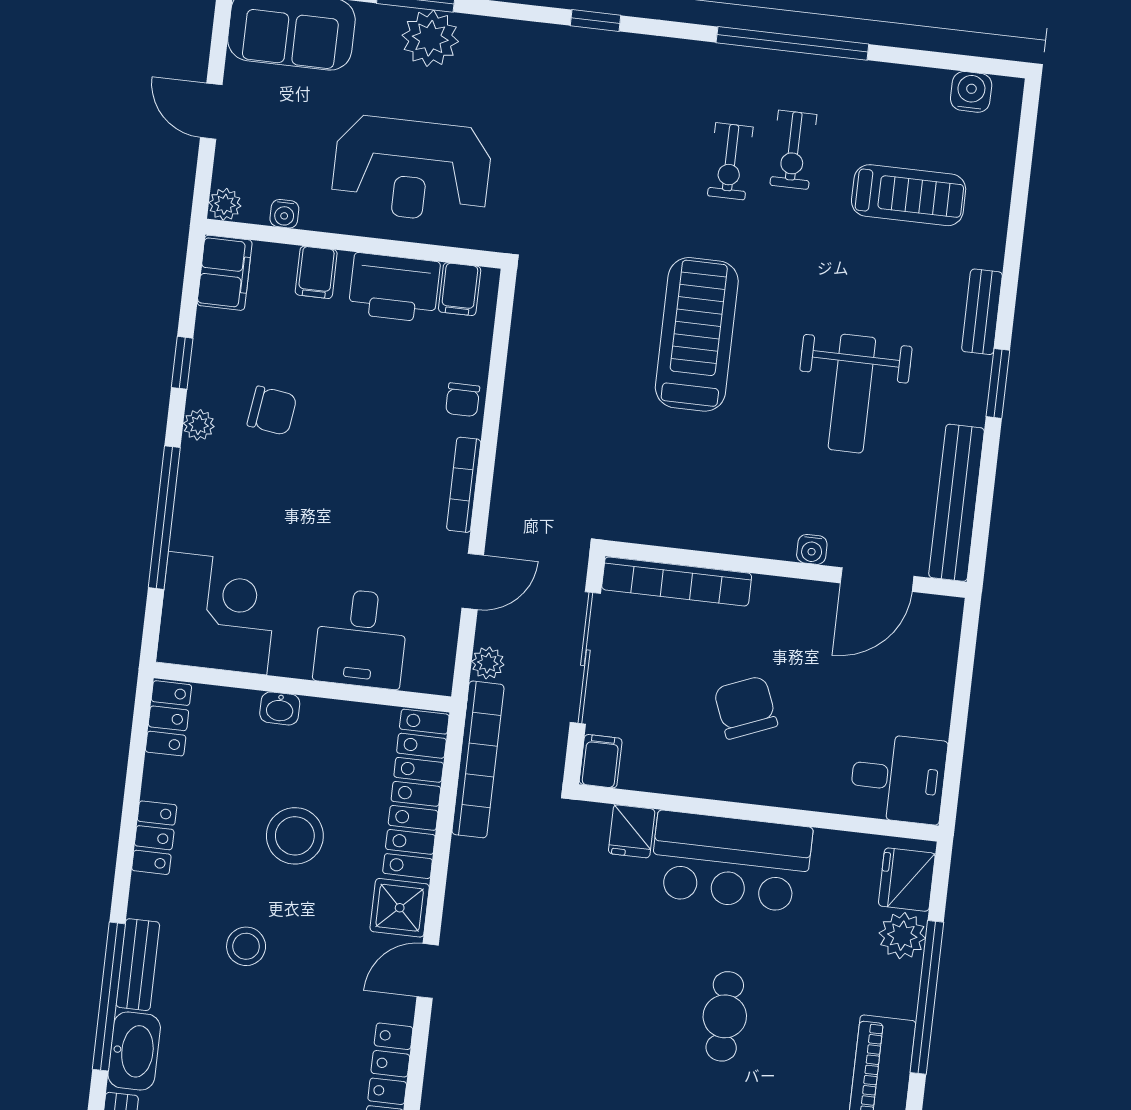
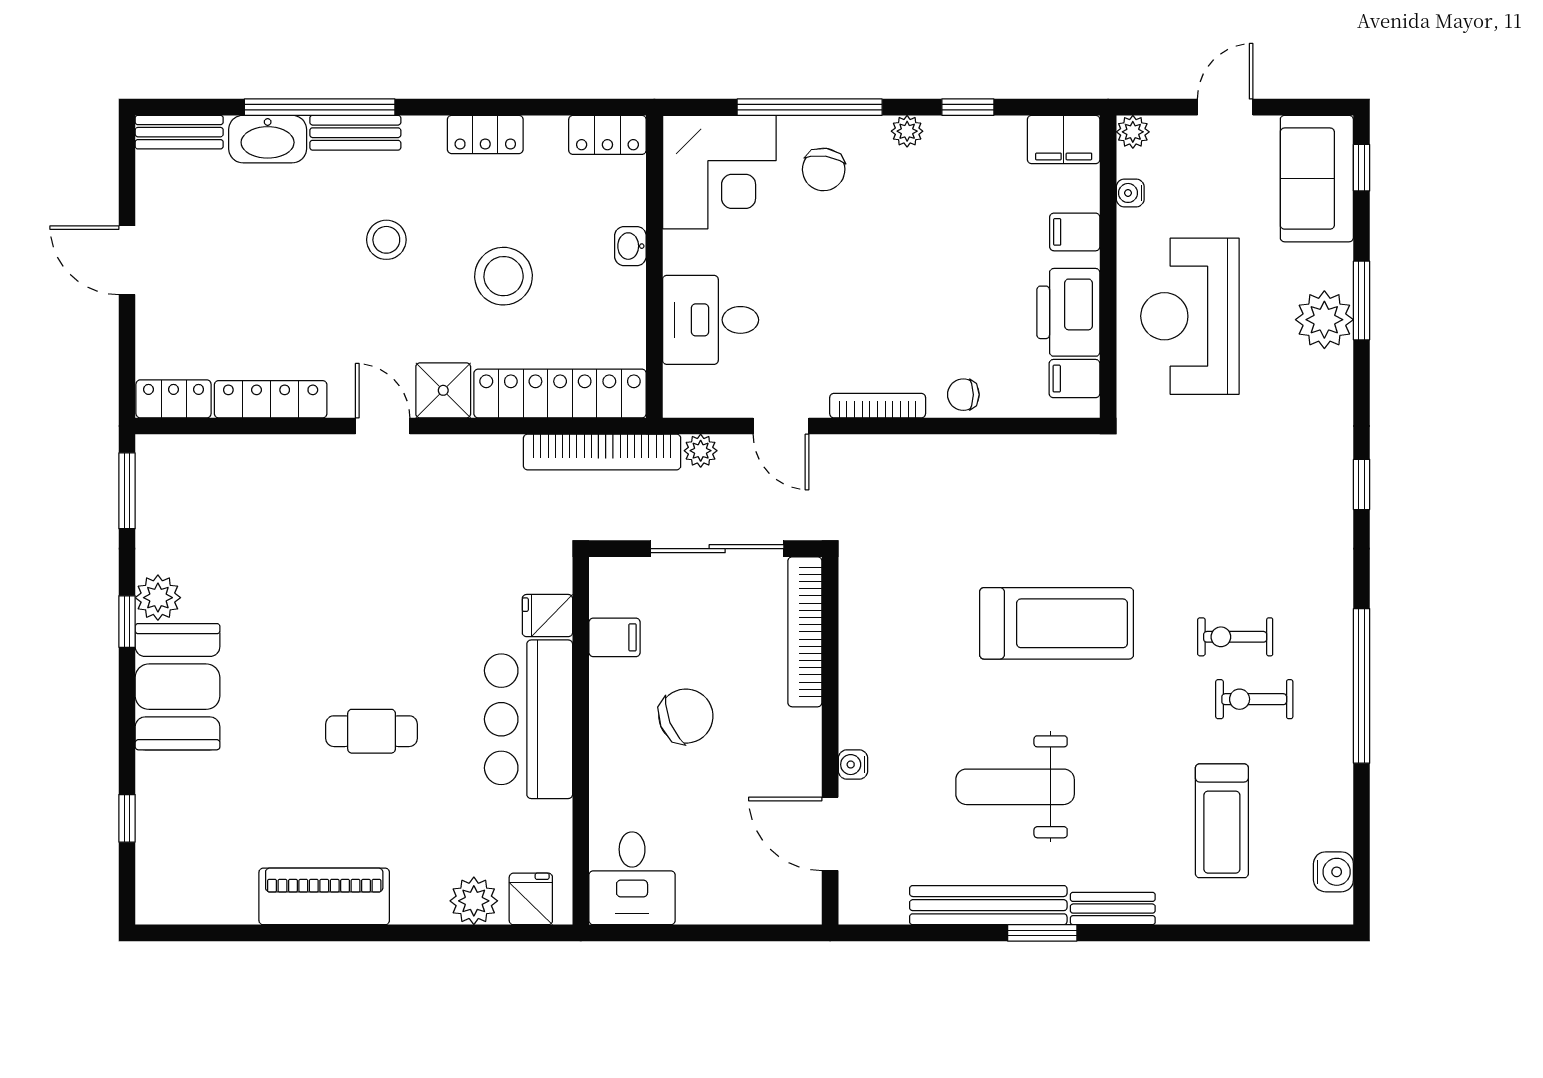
chair: (272, 411) -> (824, 169), moved
bench: (957, 503) -> (988, 905), moved
filing cabinet: (601, 761) -> (615, 637), moved
fridge: (907, 880) -> (531, 899), width x0.72
window: (927, 997) -> (414, 933), removed

